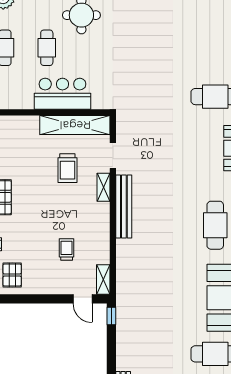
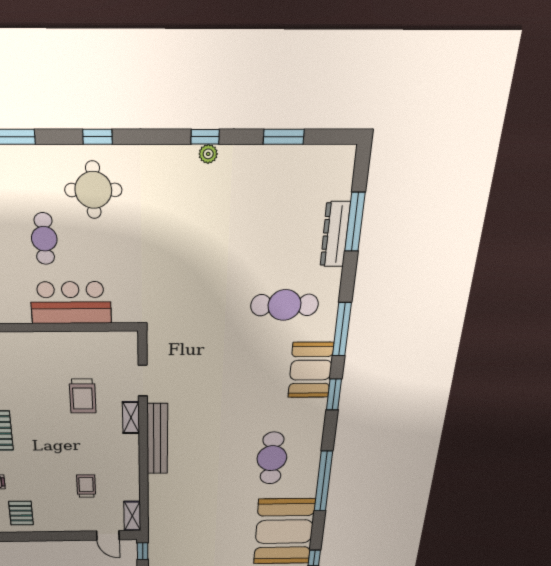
shelving: (75, 125) -> (90, 343), removed

